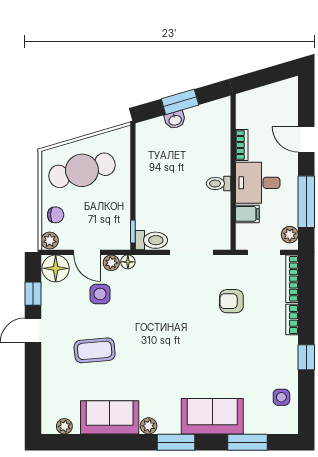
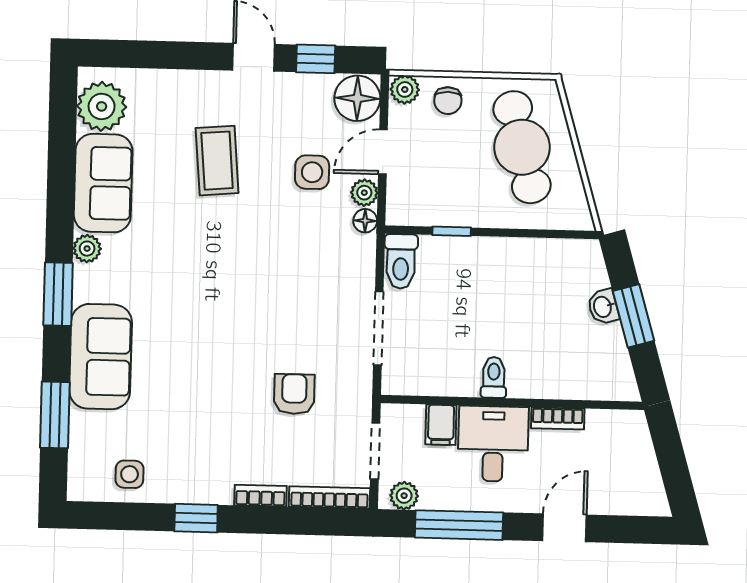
window: (133, 231) -> (452, 231), moved
plant: (64, 426) -> (102, 106), width x1.88, depth x1.88

